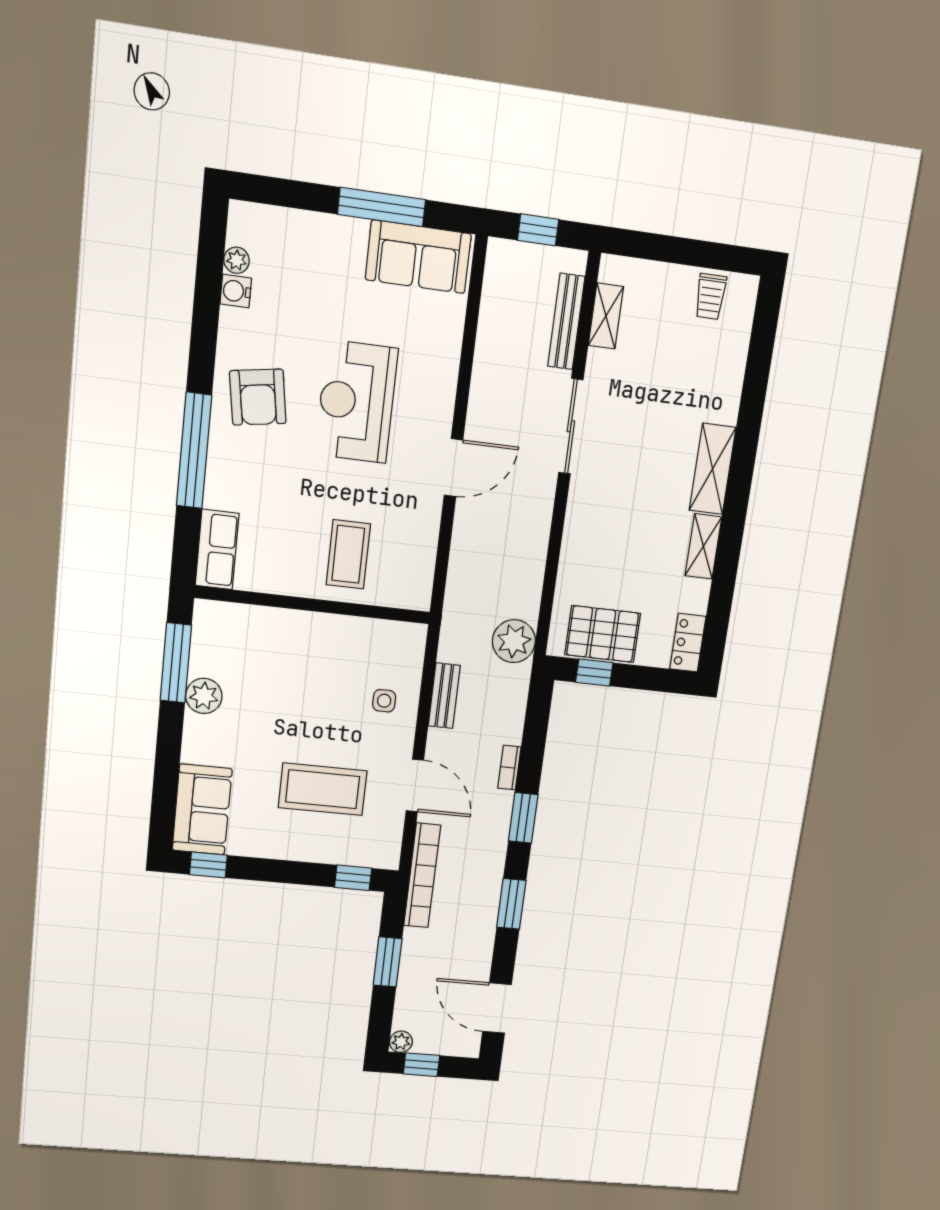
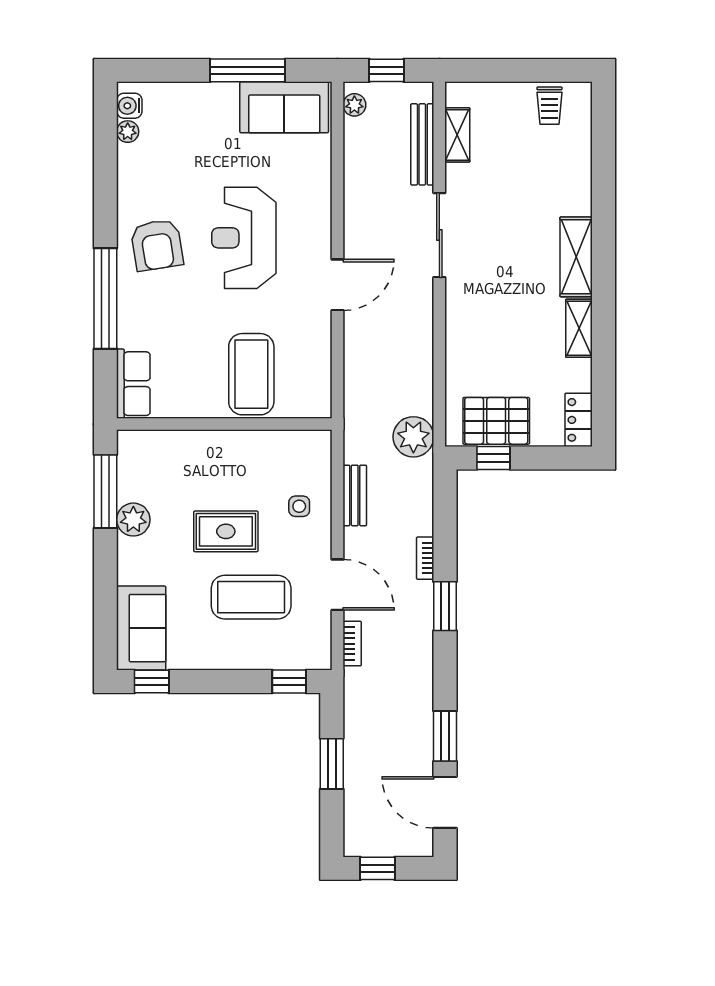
water cooler: (236, 291) -> (129, 106), moved
coffee table: (348, 554) -> (251, 374), width x1.36, depth x1.32
rug: (303, 719) -> (226, 531), added
bookcase: (422, 876) -> (352, 644), width x0.43, depth x0.76
window: (511, 904) -> (445, 736), moved
plant: (401, 1042) -> (354, 105), moved

